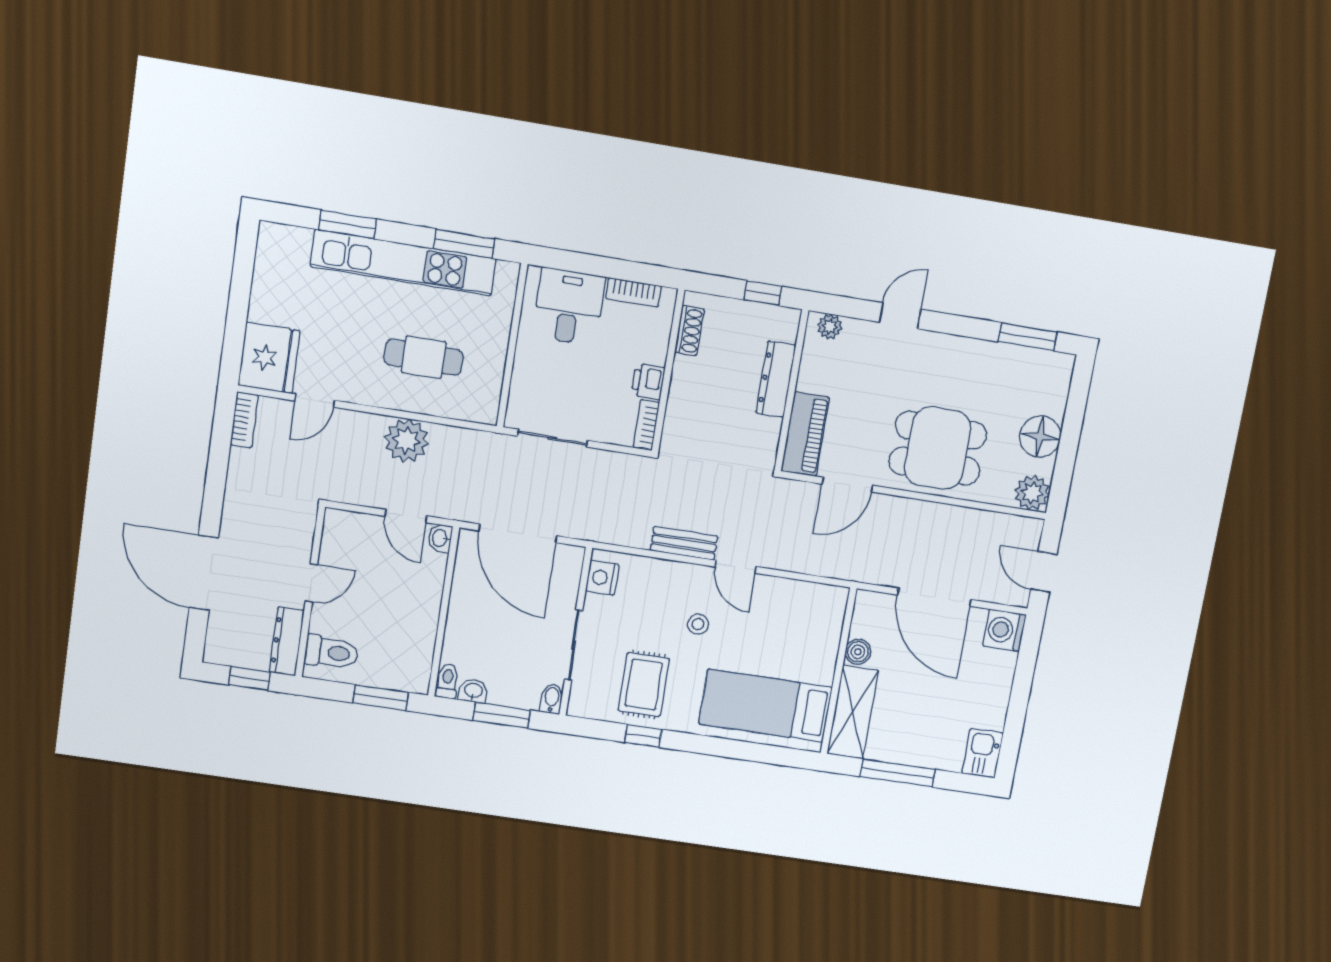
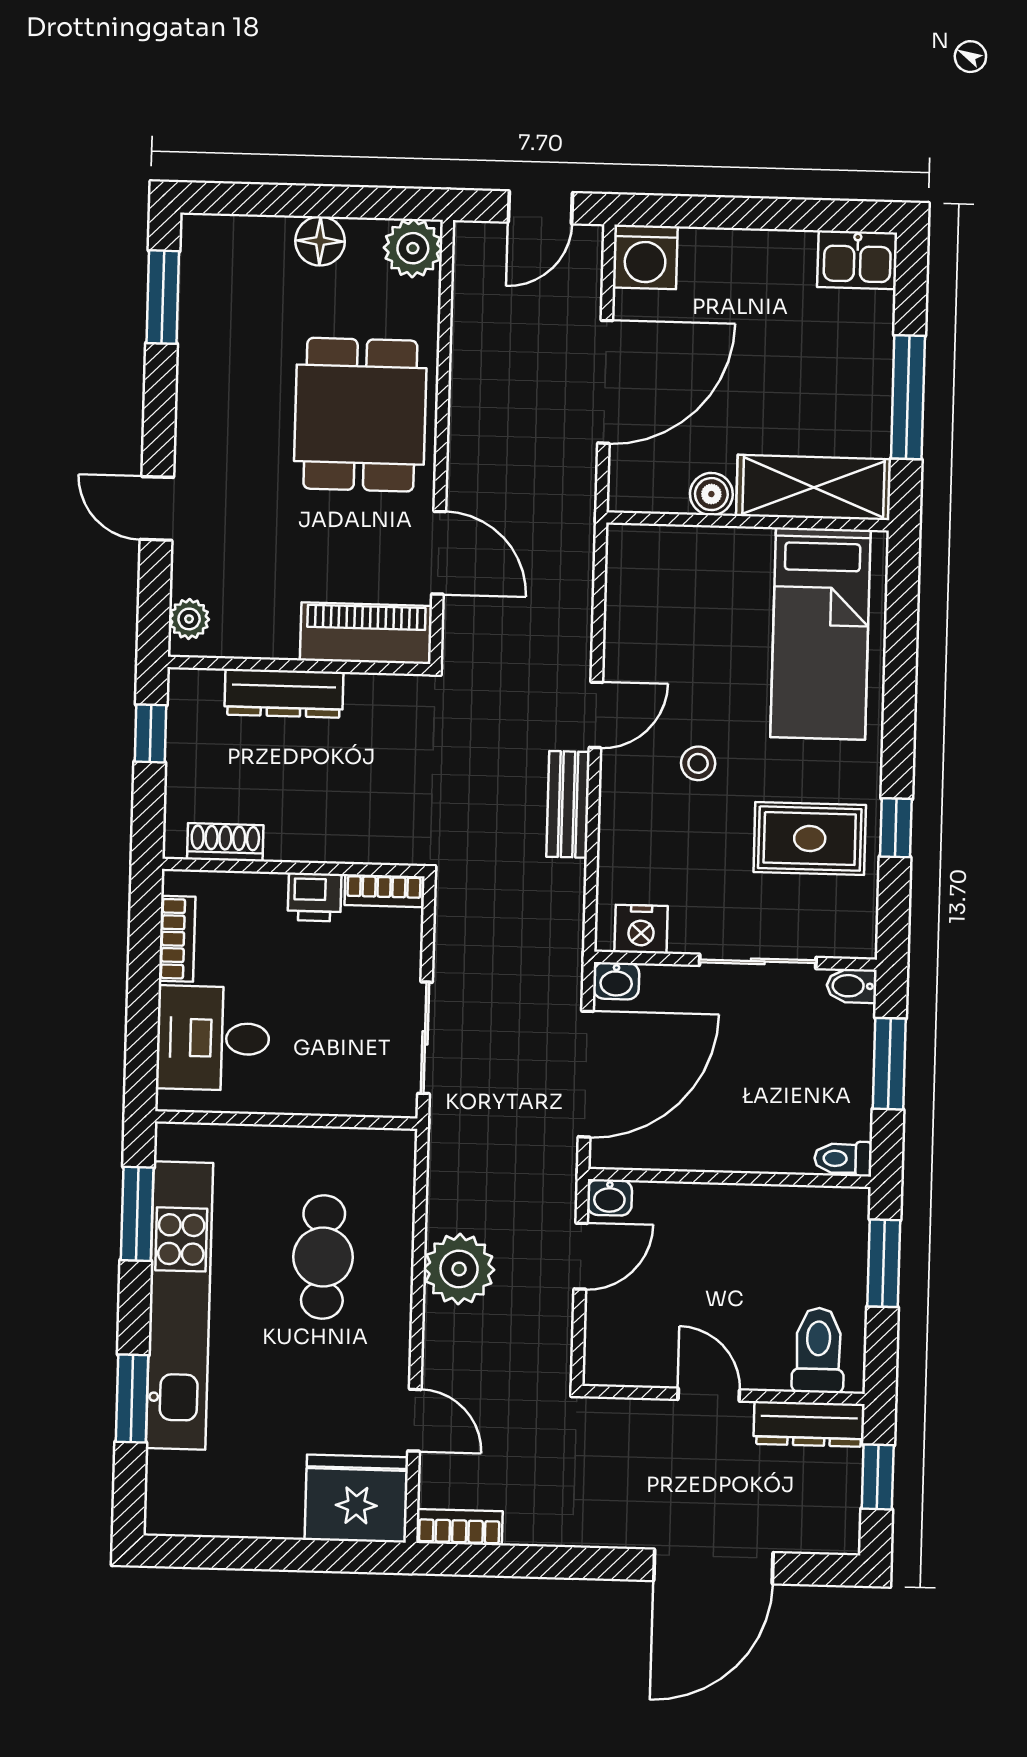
floor lamp: (1040, 437) -> (320, 241), width x0.73, depth x0.73
washbasin: (473, 691) -> (616, 981), moved, turned -90

